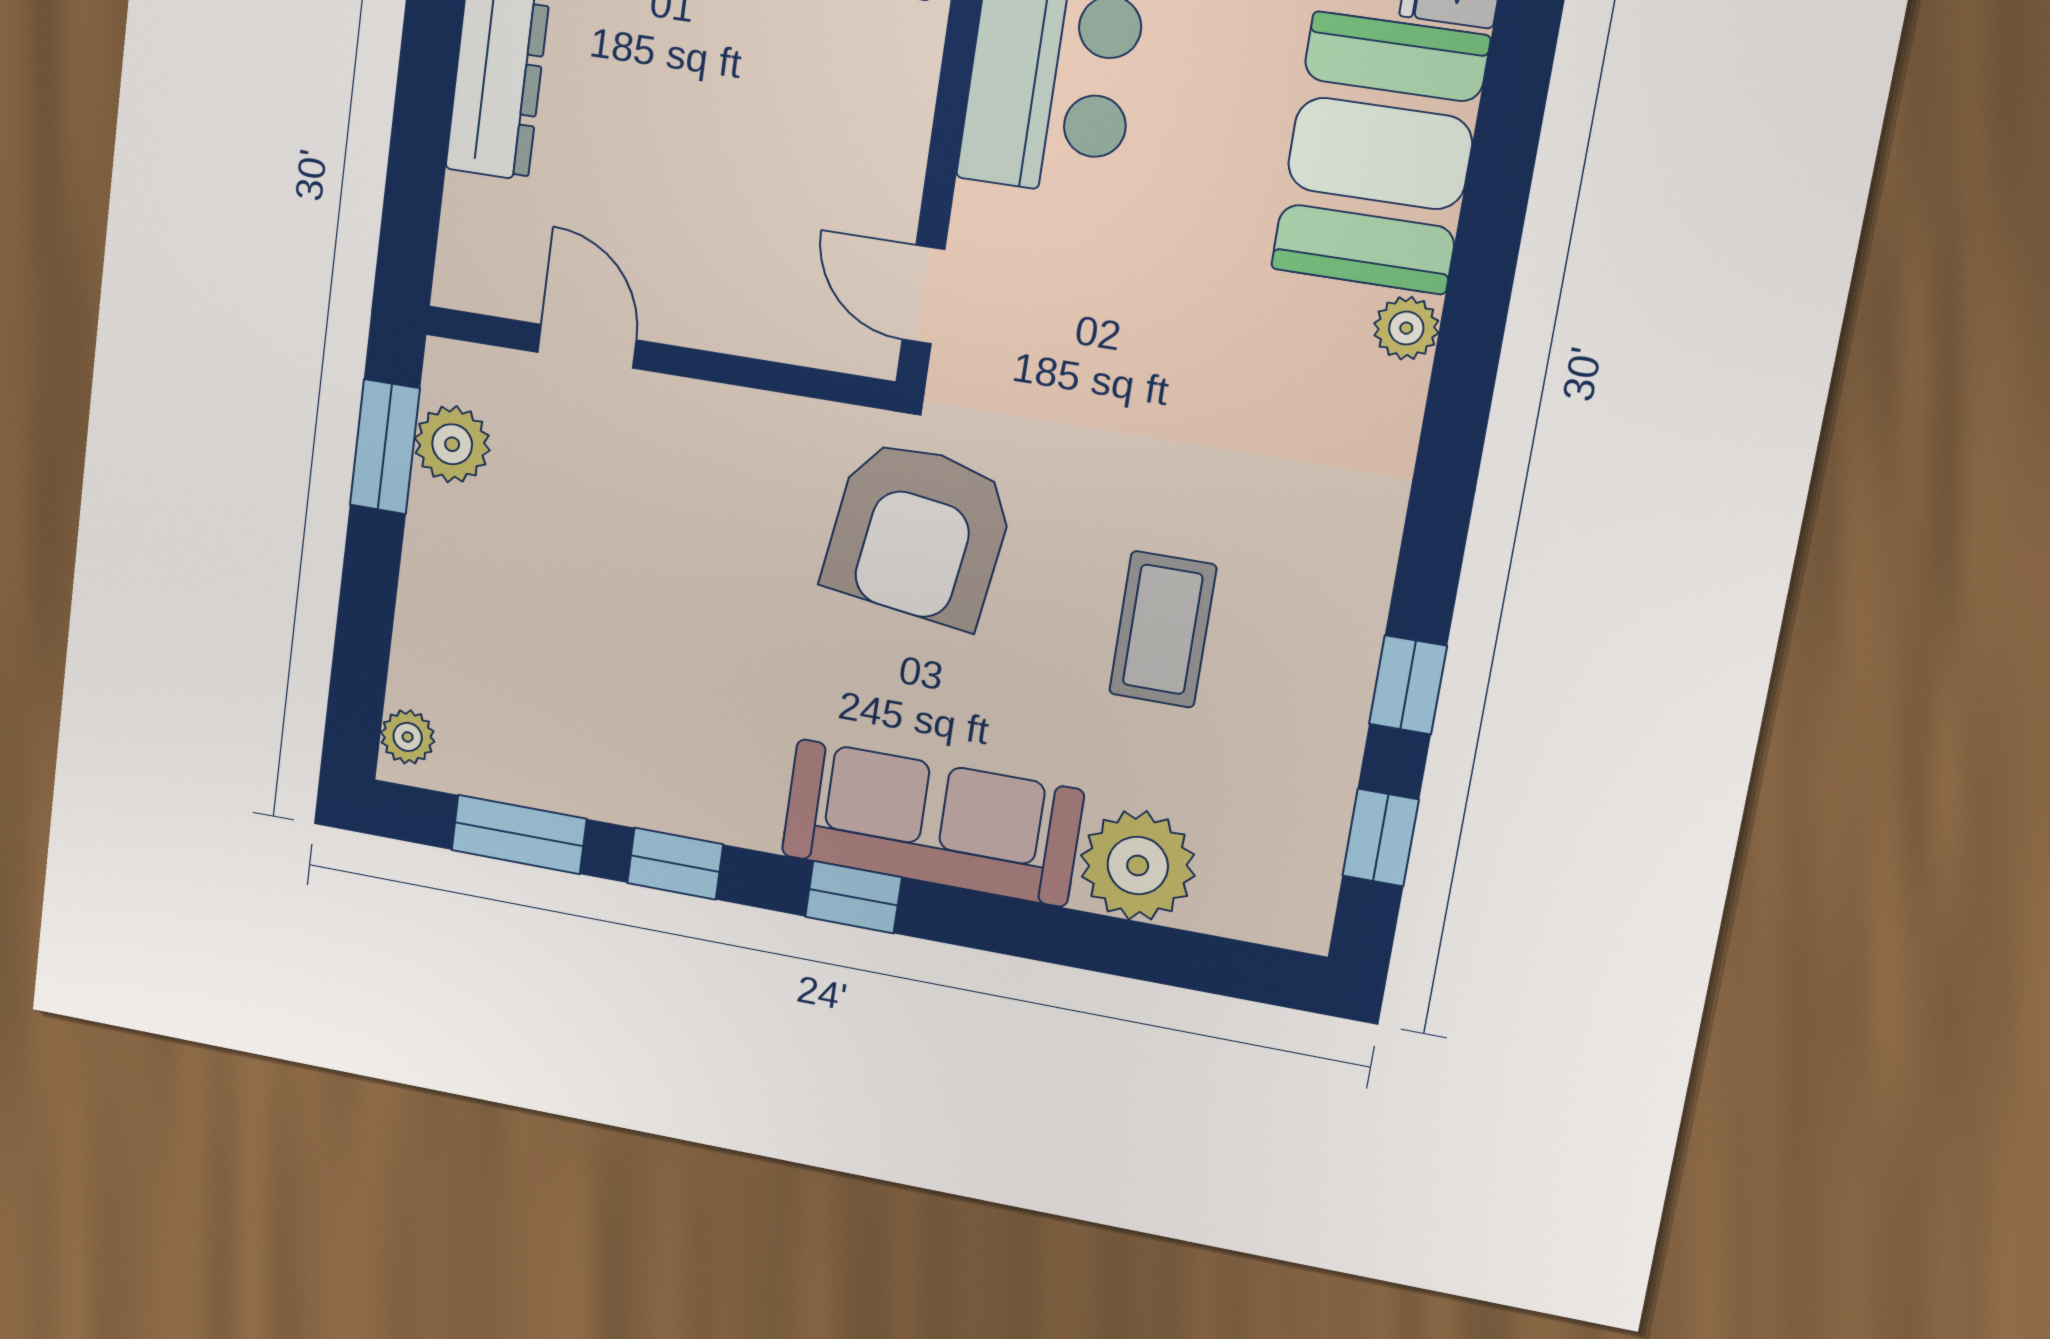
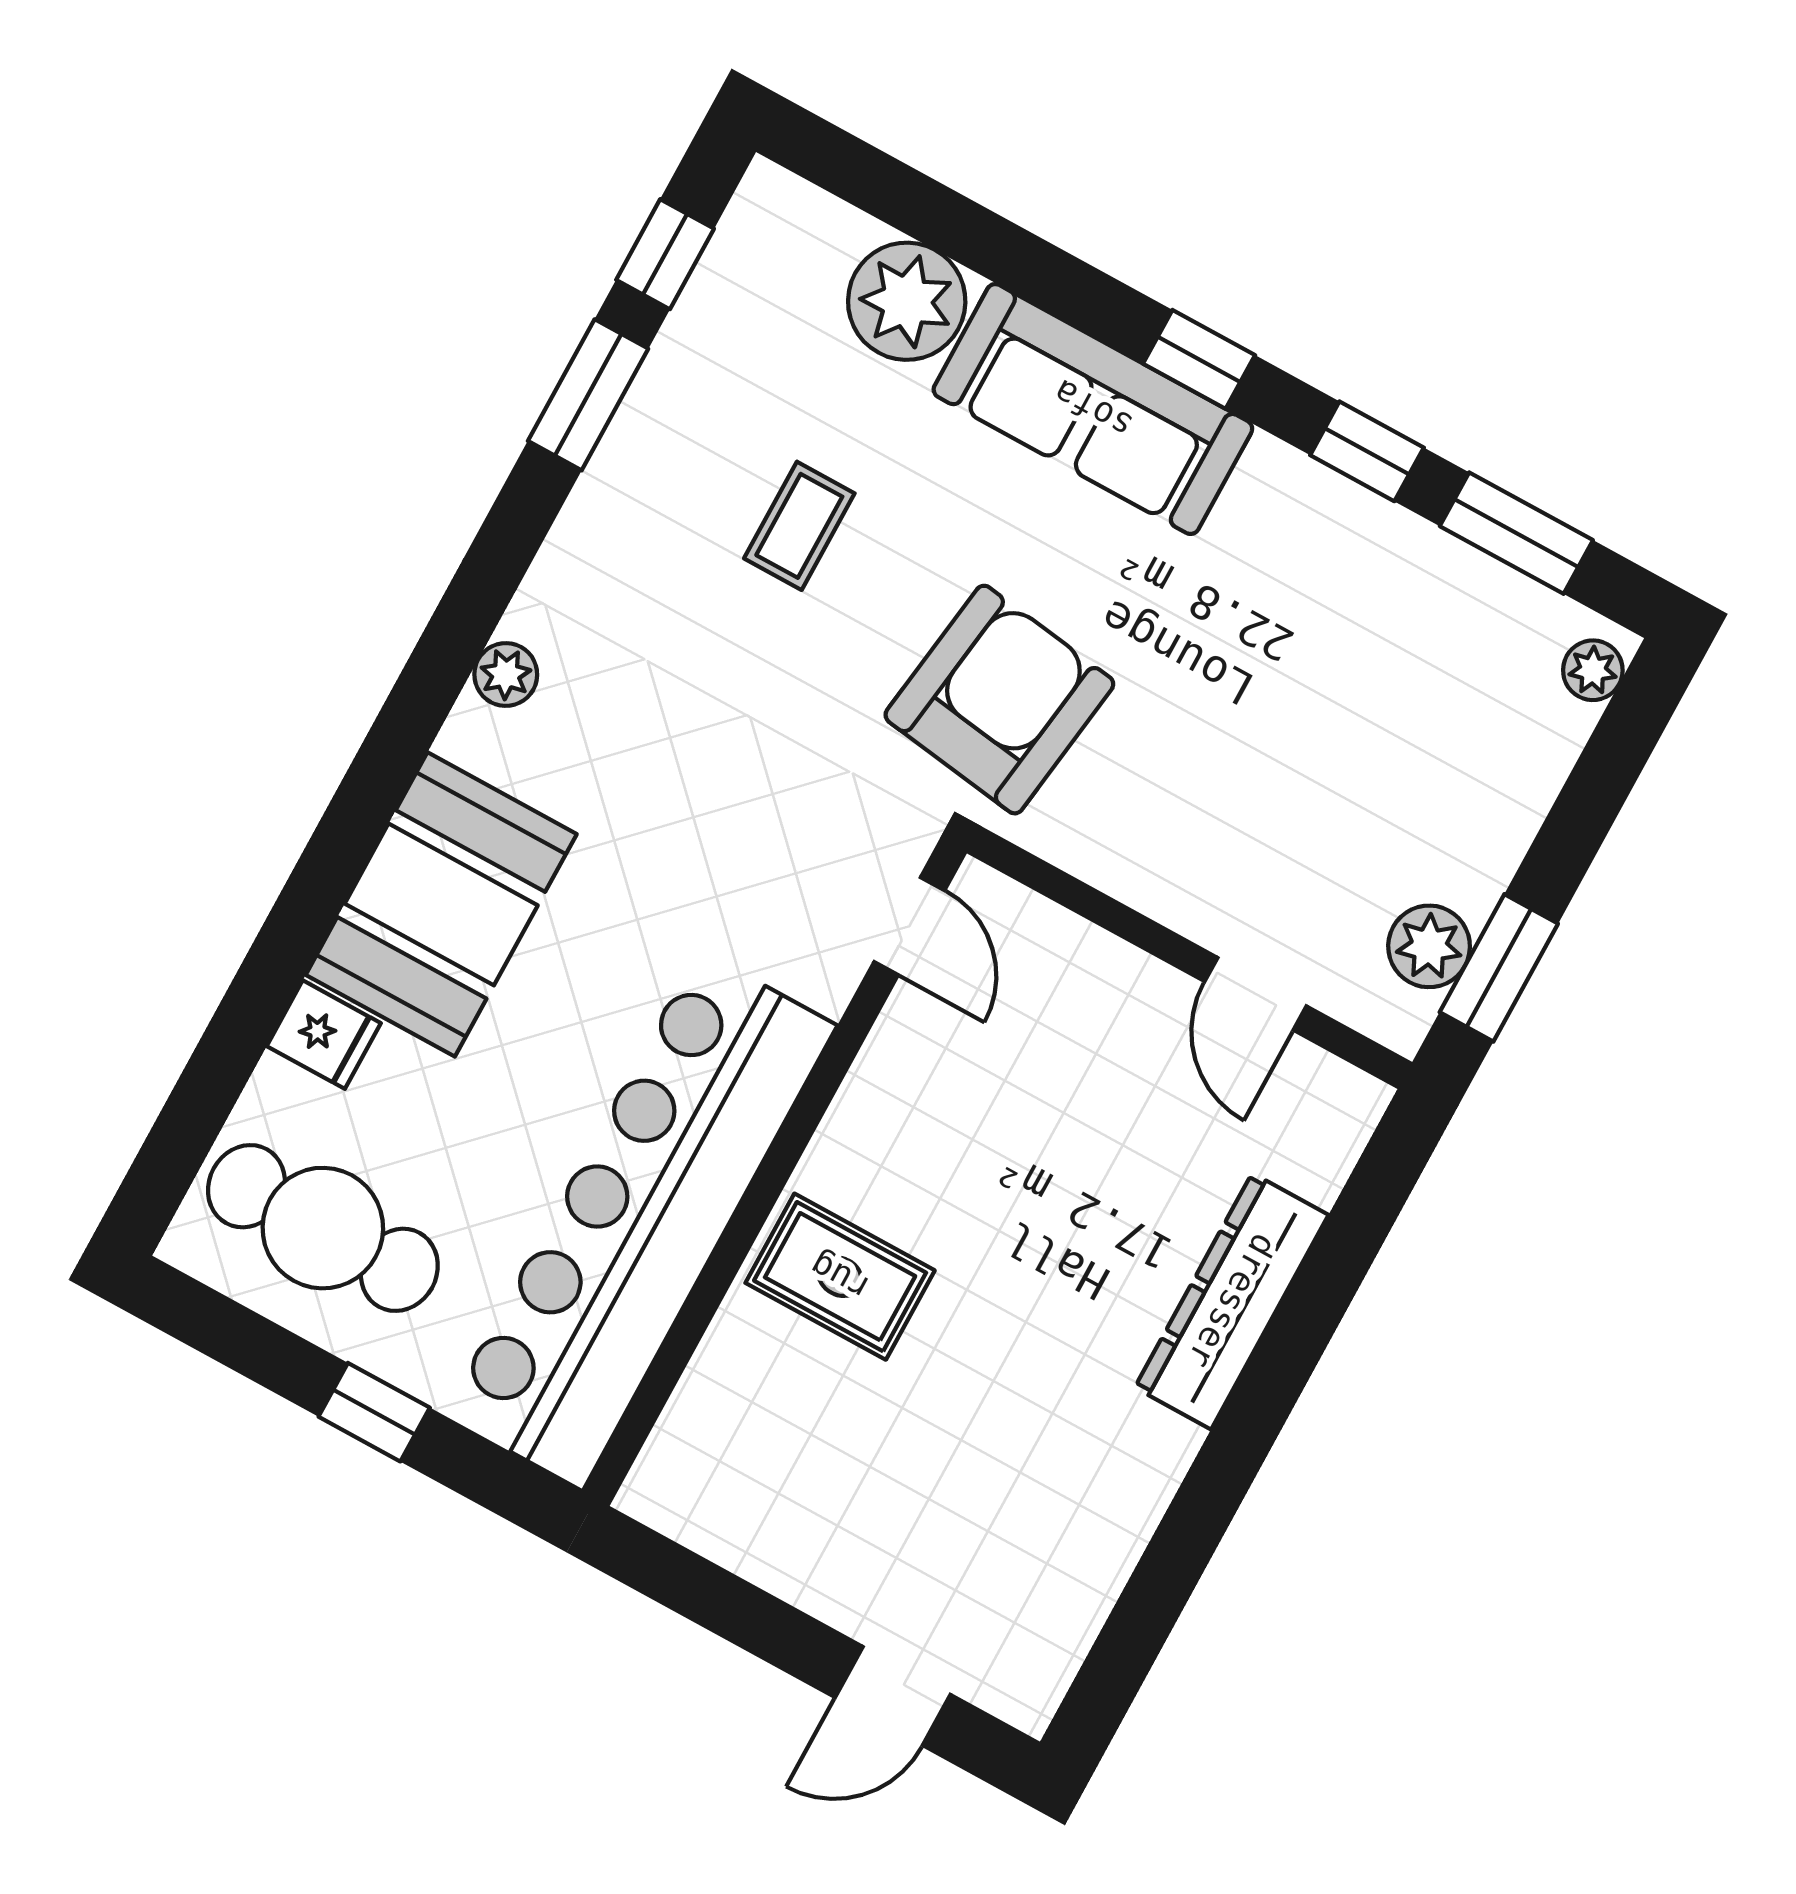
plant: (1406, 328) -> (506, 674), moved
coffee table: (1163, 629) -> (799, 526), width x0.73, depth x0.77
window: (1408, 685) -> (588, 395), width x1.50

